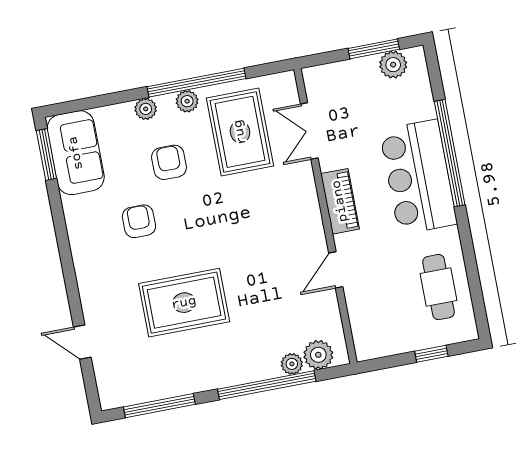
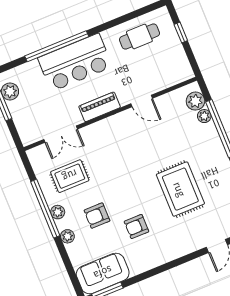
rug: (240, 132) -> (70, 176), width x0.73, depth x0.70

